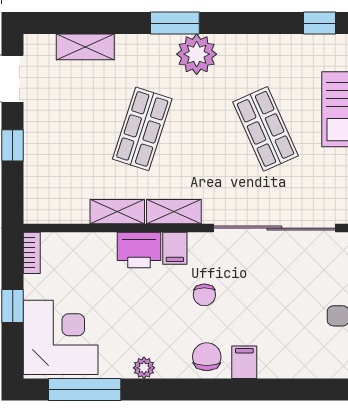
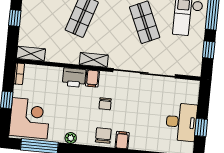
shelving: (117, 212) -> (31, 54), moved

